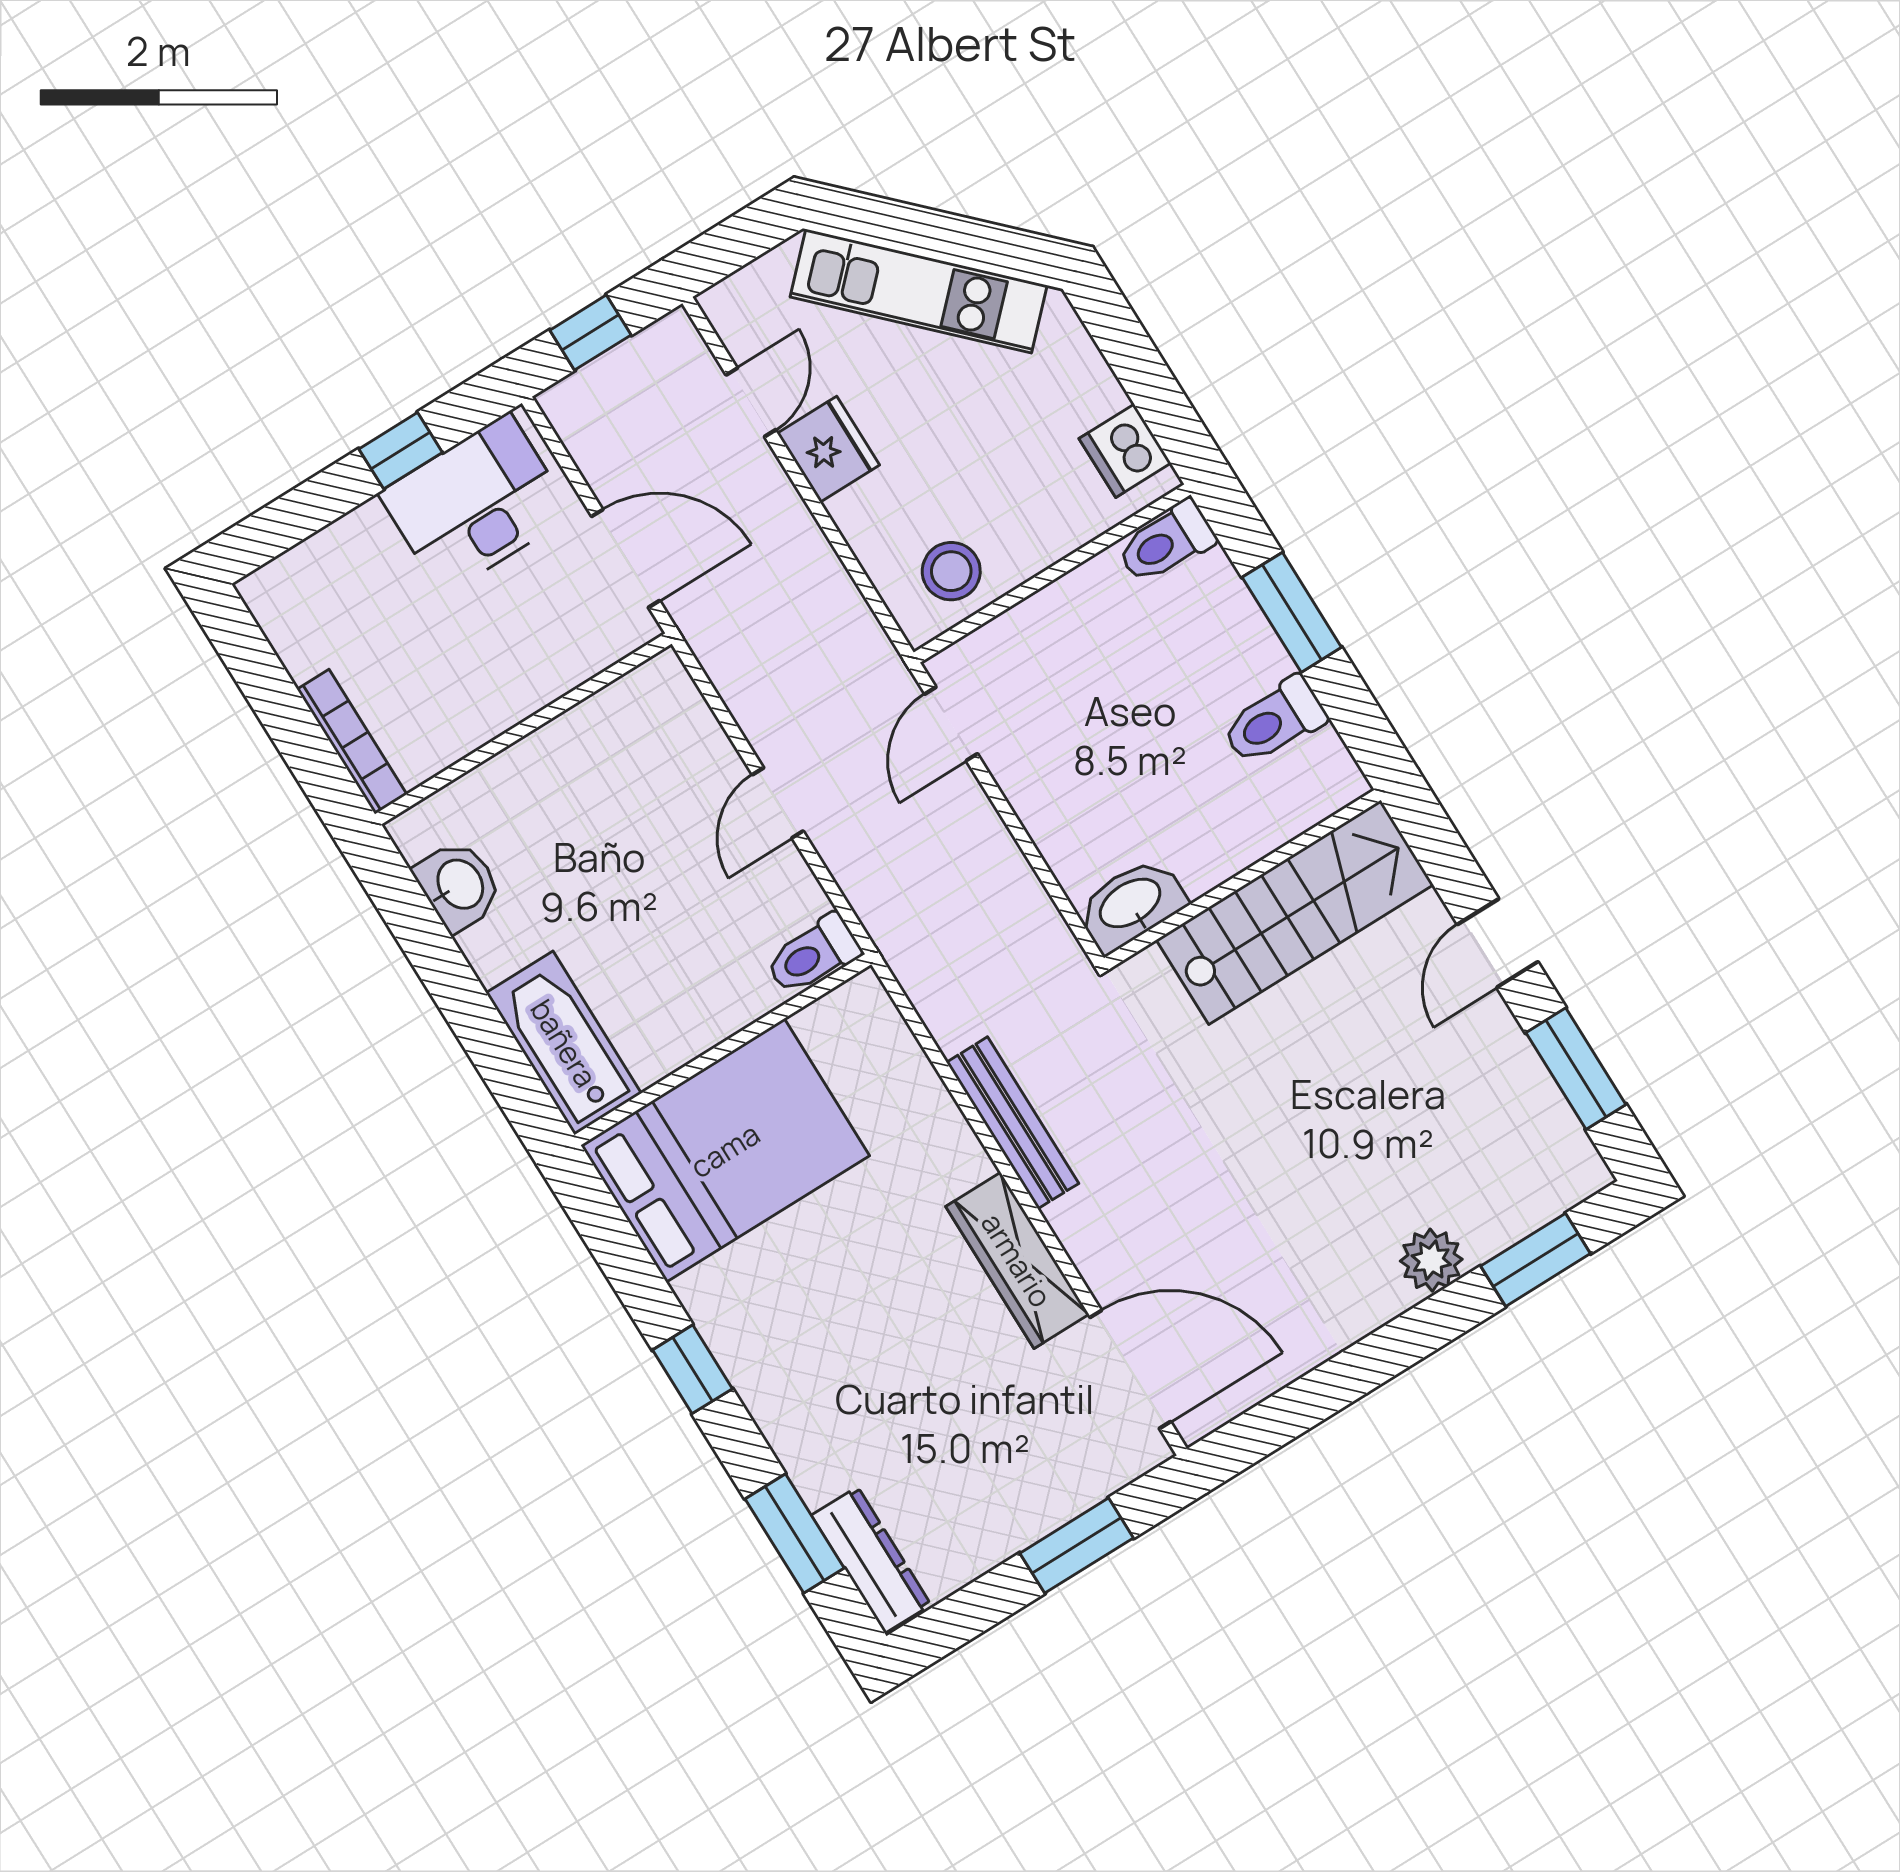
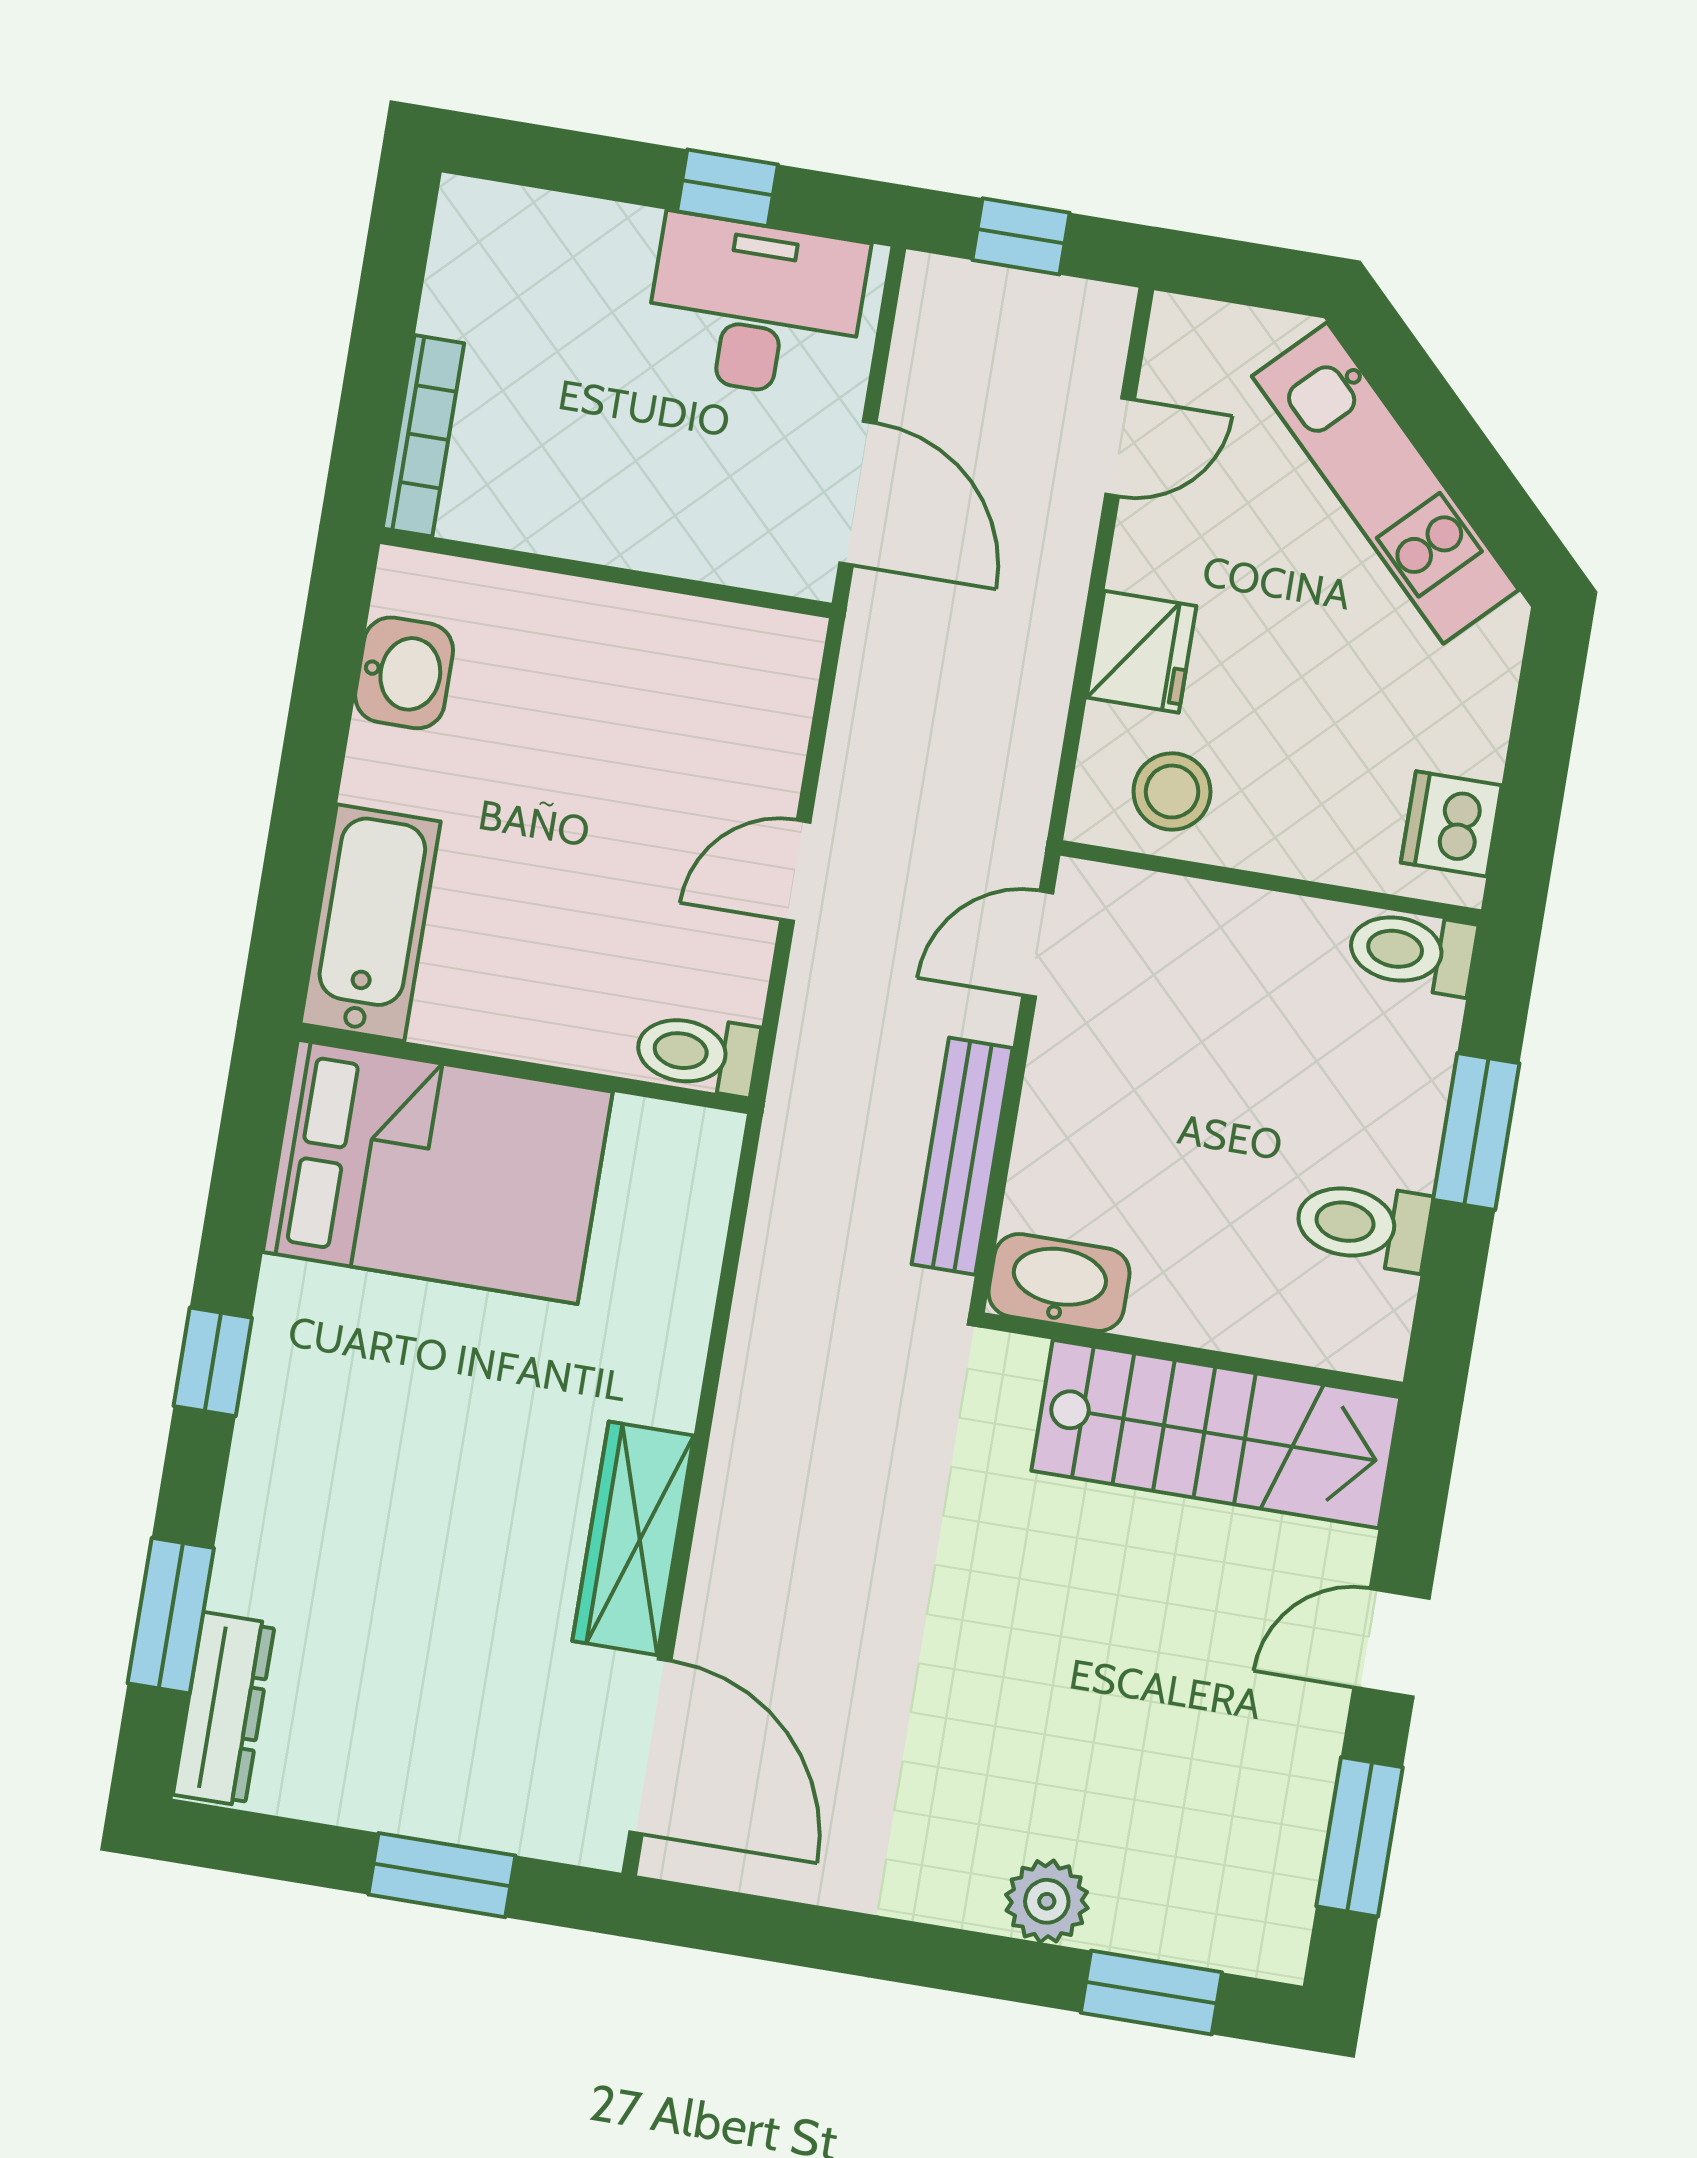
fridge: (828, 449) -> (1141, 652), moved
bench: (1012, 1123) -> (962, 1156), moved

